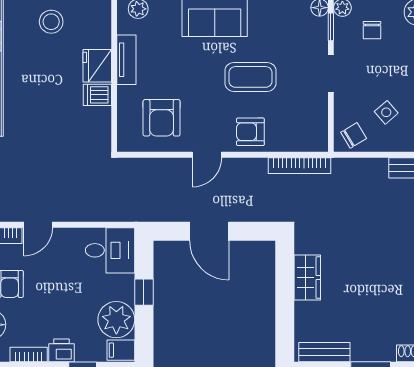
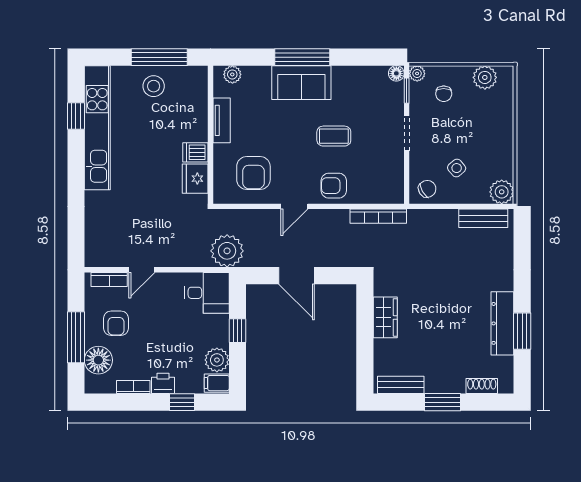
fridge: (97, 66) -> (195, 179), moved
coffee table: (250, 77) -> (334, 136), width x0.73, depth x0.77
plant: (132, 204) -> (227, 251), added
plant: (116, 320) -> (217, 360), width x0.73, depth x0.73

